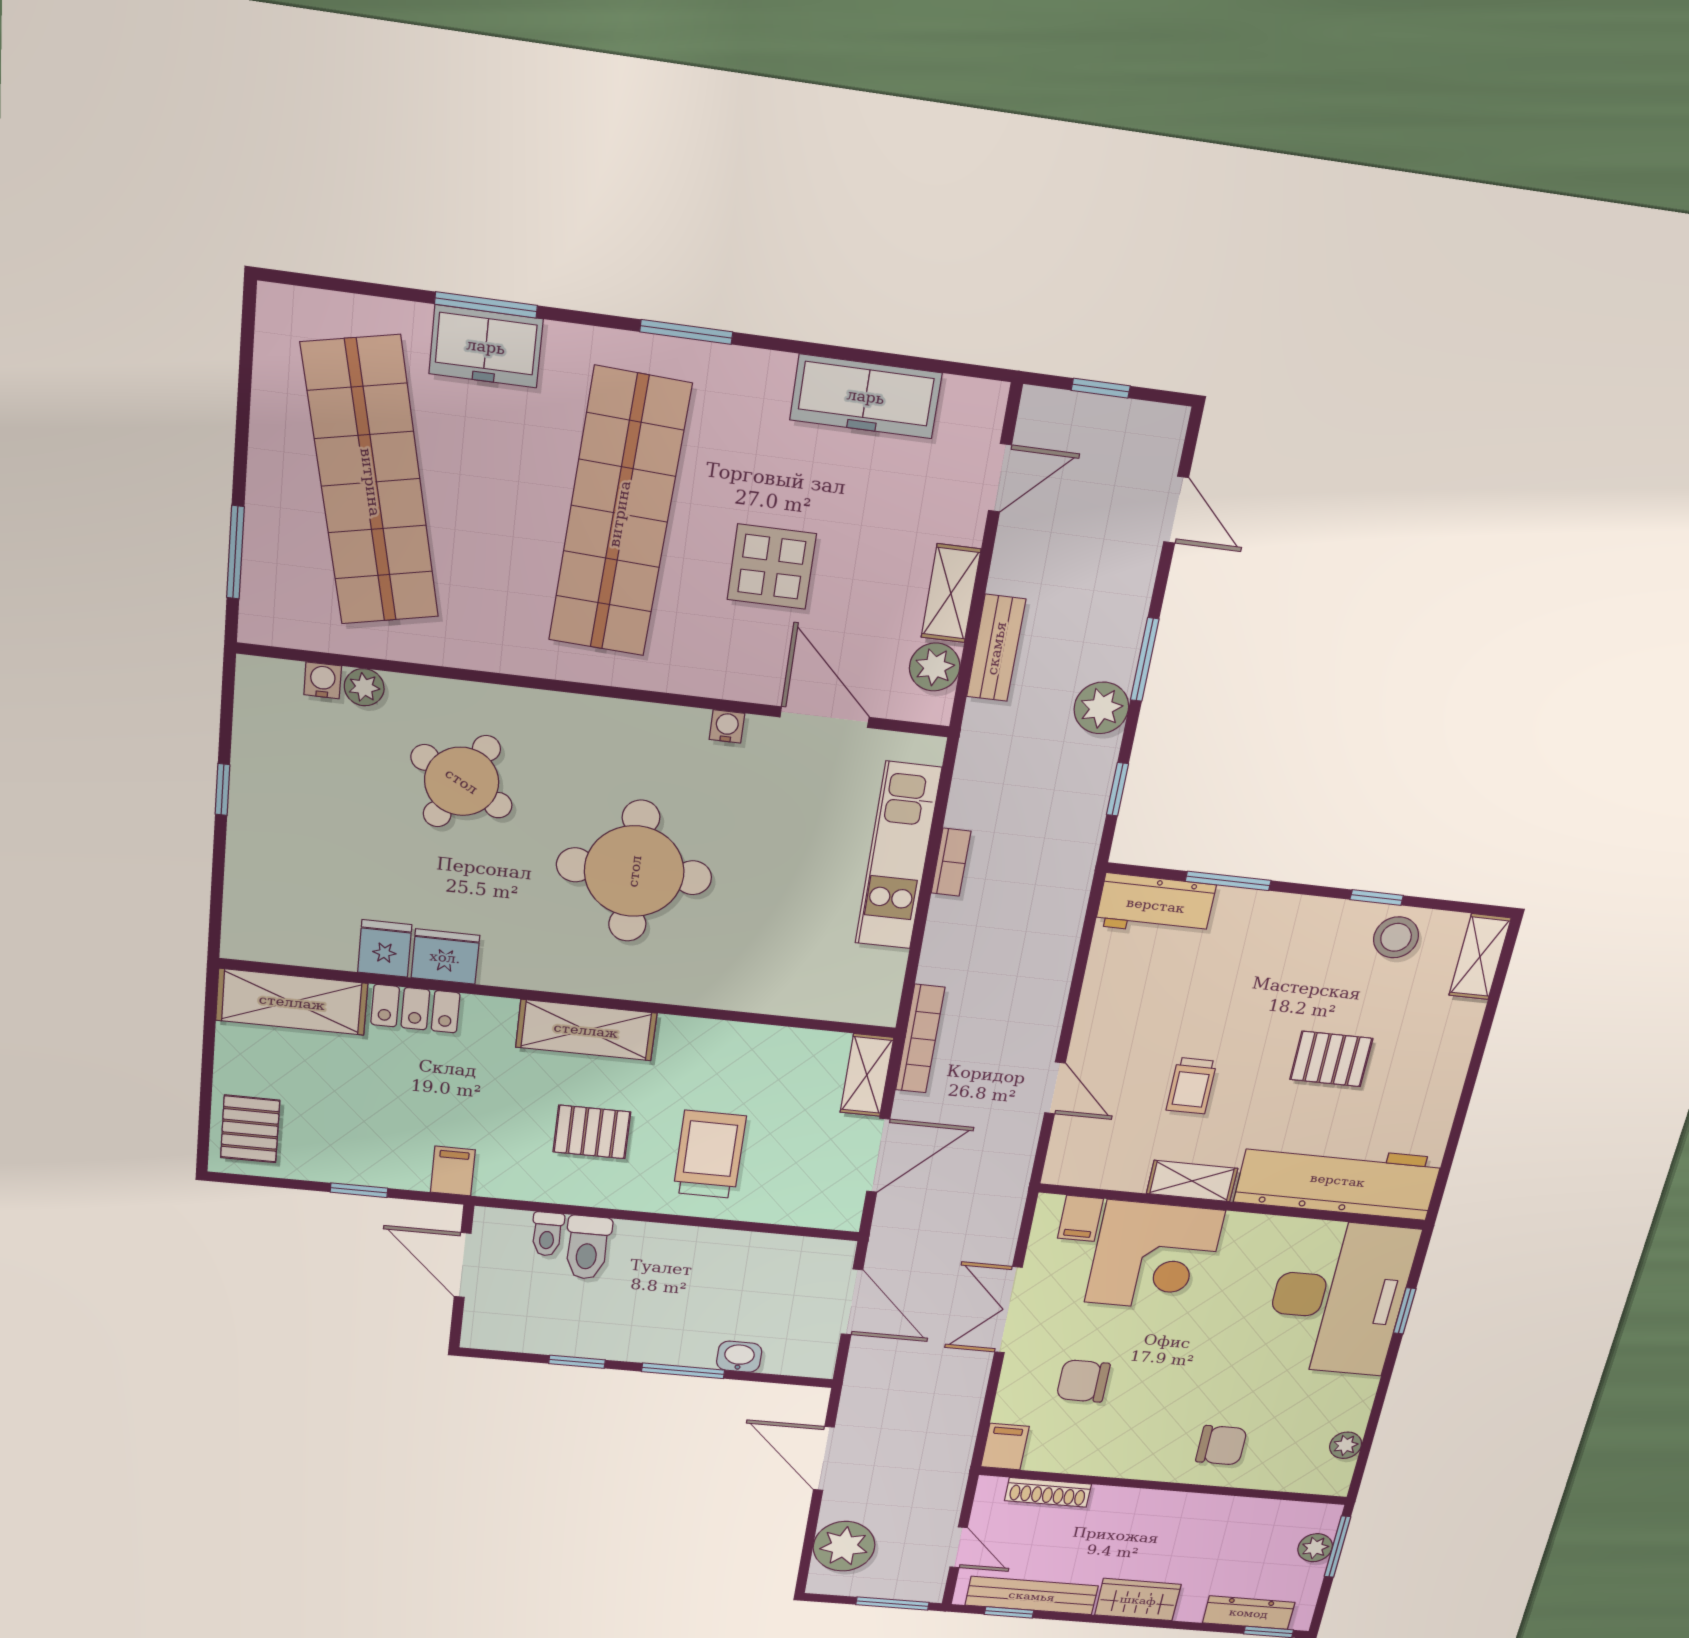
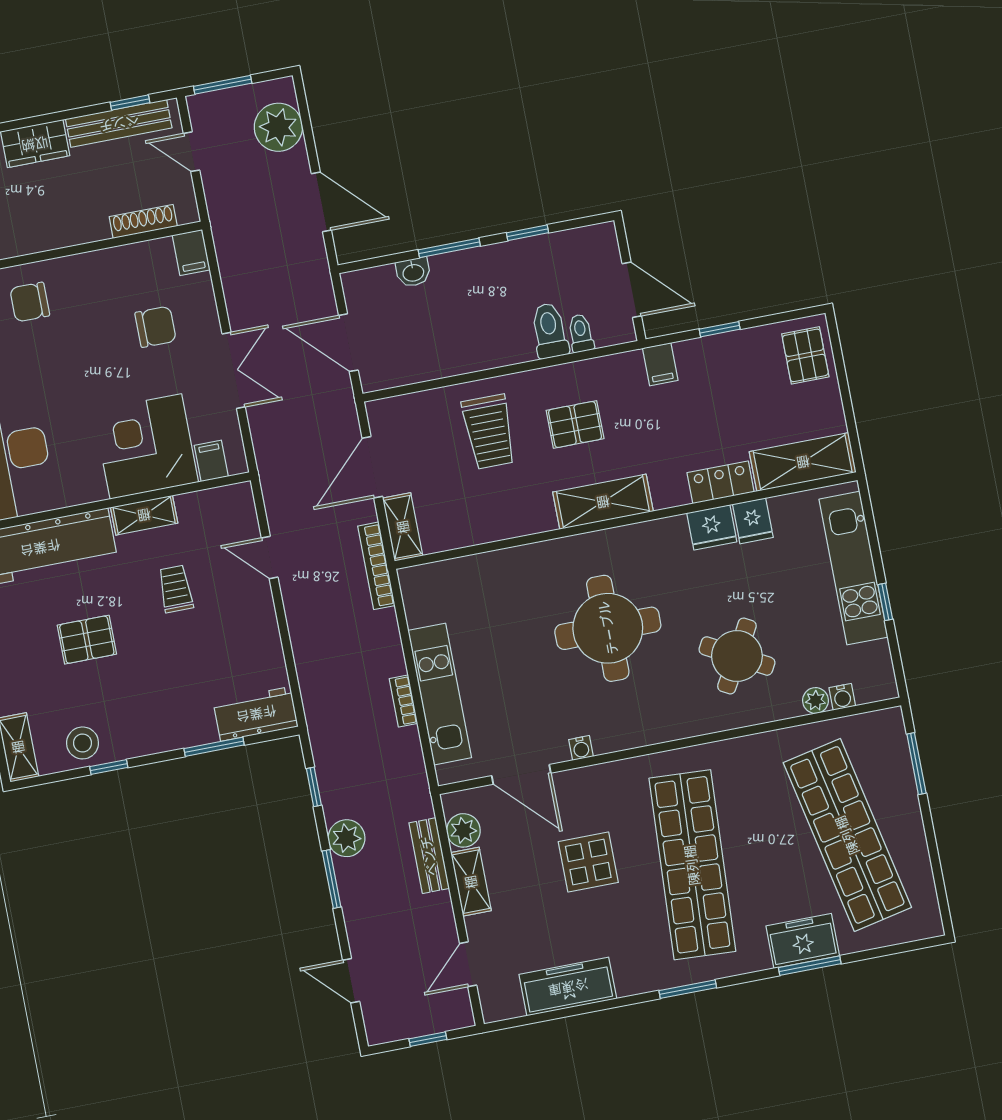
kitchen unit: (257, 847) -> (853, 568), added

